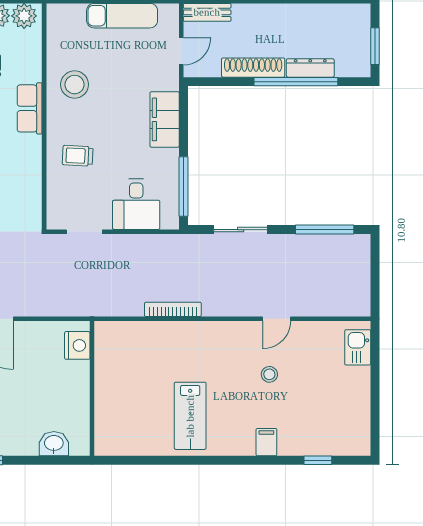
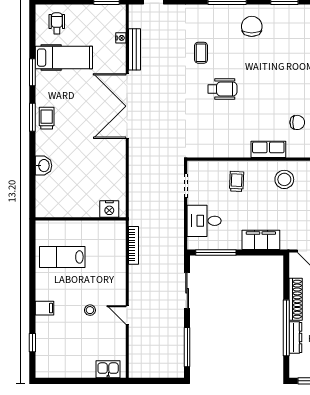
nightstand: (77, 345) -> (109, 209), moved
wall: (92, 388) -> (81, 219), moved

